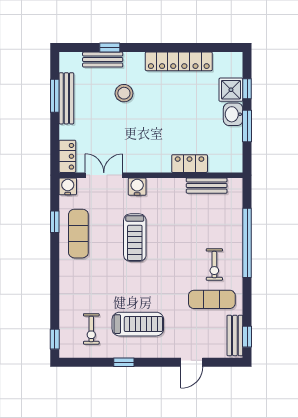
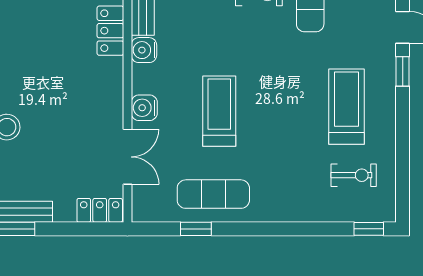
double door: (104, 175) -> (127, 157), swing flipped
water cooler: (68, 186) -> (144, 50), moved
treadmill: (135, 238) -> (219, 111), turned -90
window: (124, 362) -> (403, 71), moved

